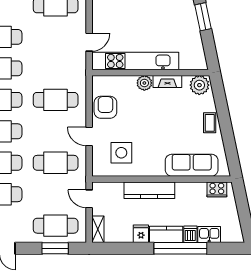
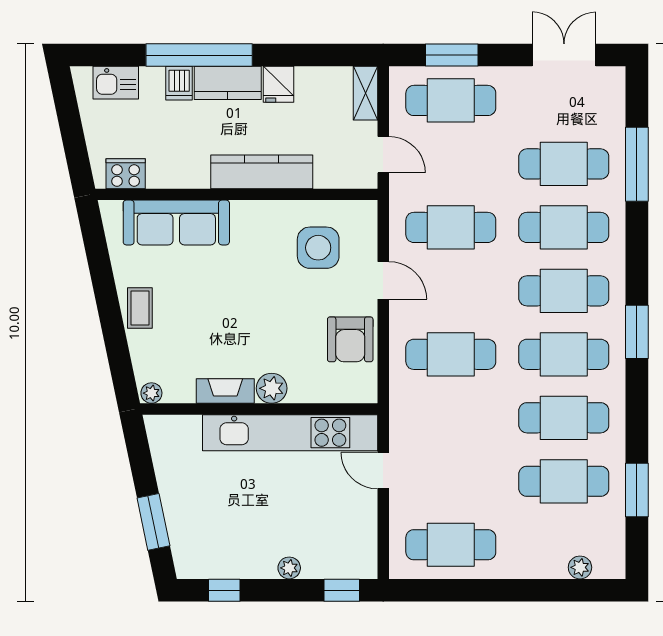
door: (89, 42) -> (383, 471), hinge flipped
plant: (199, 85) -> (151, 393), width x0.53, depth x0.53
kitchen sink: (209, 235) -> (116, 83), moved

